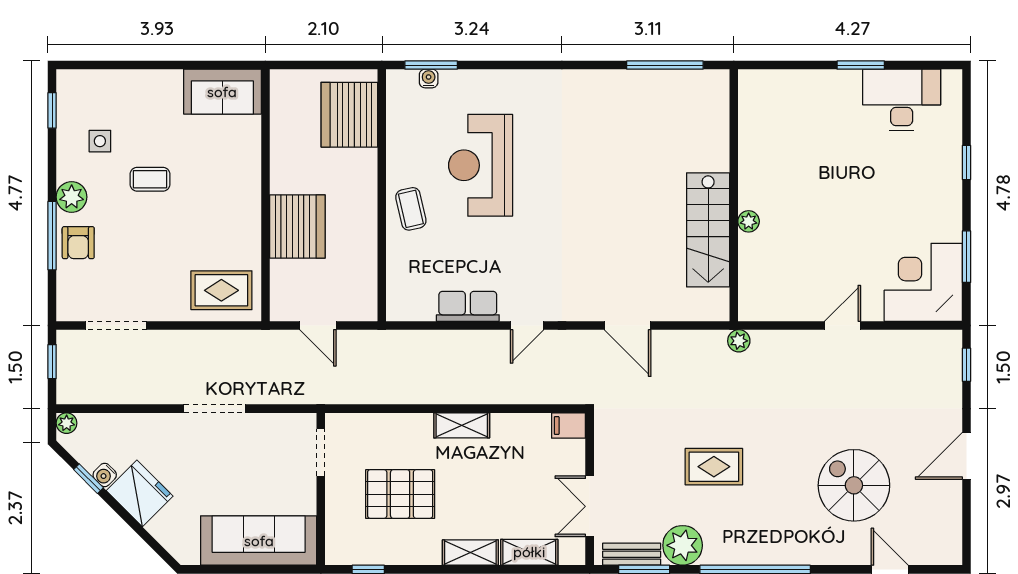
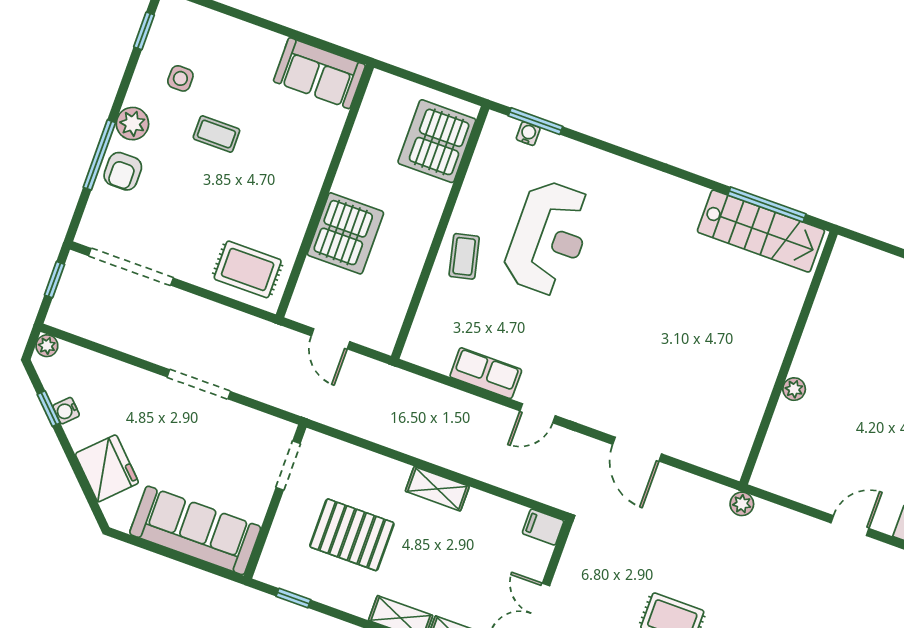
reception desk: (481, 165) -> (549, 238), turned 180
stairs: (708, 230) -> (761, 231), moved, turned -90
doorway: (116, 326) -> (131, 267), width x1.36
fridge: (140, 493) -> (107, 468), moved

